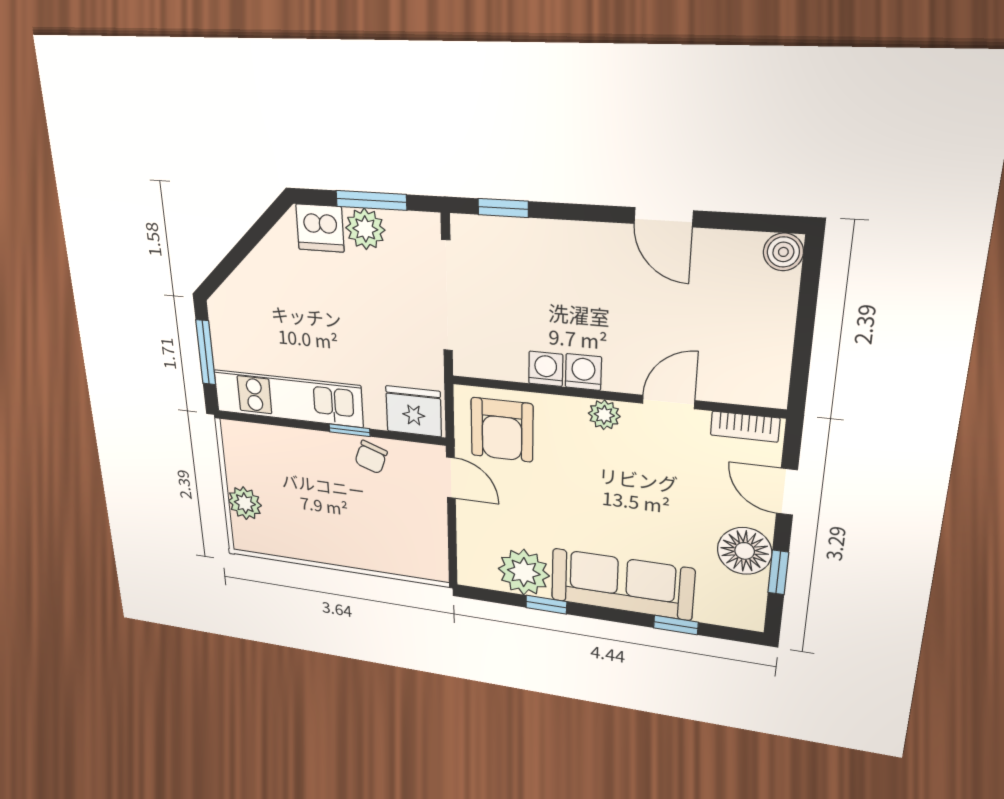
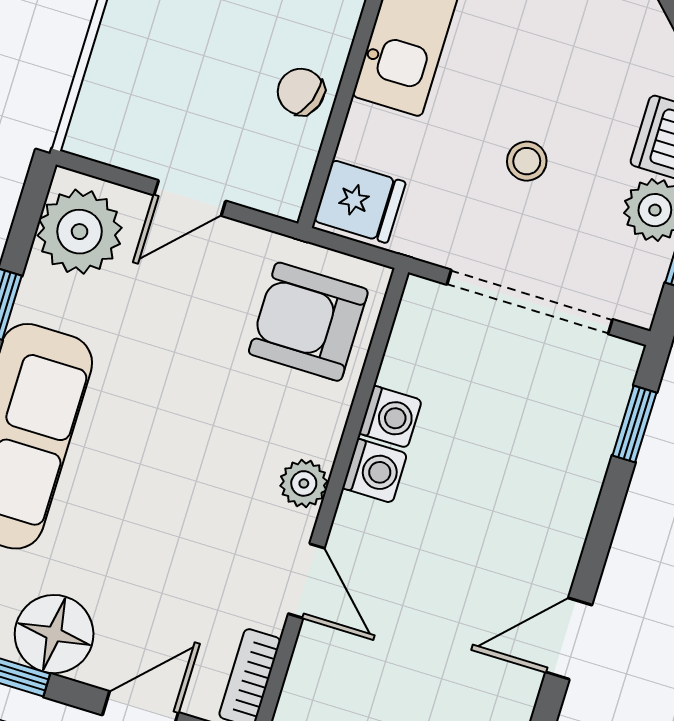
stool: (364, 317) -> (527, 161), added
fridge: (414, 411) -> (360, 202), width x0.72
window: (349, 430) -> (352, 71), removed
door: (451, 478) -> (190, 198), moved
plant: (524, 572) -> (80, 232), moved

